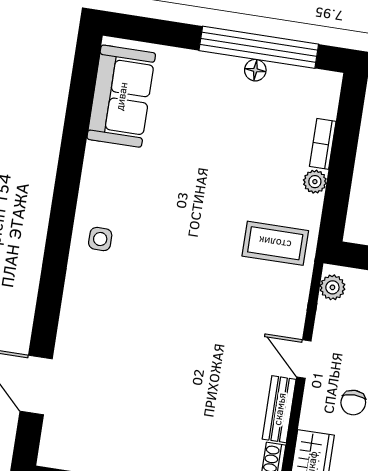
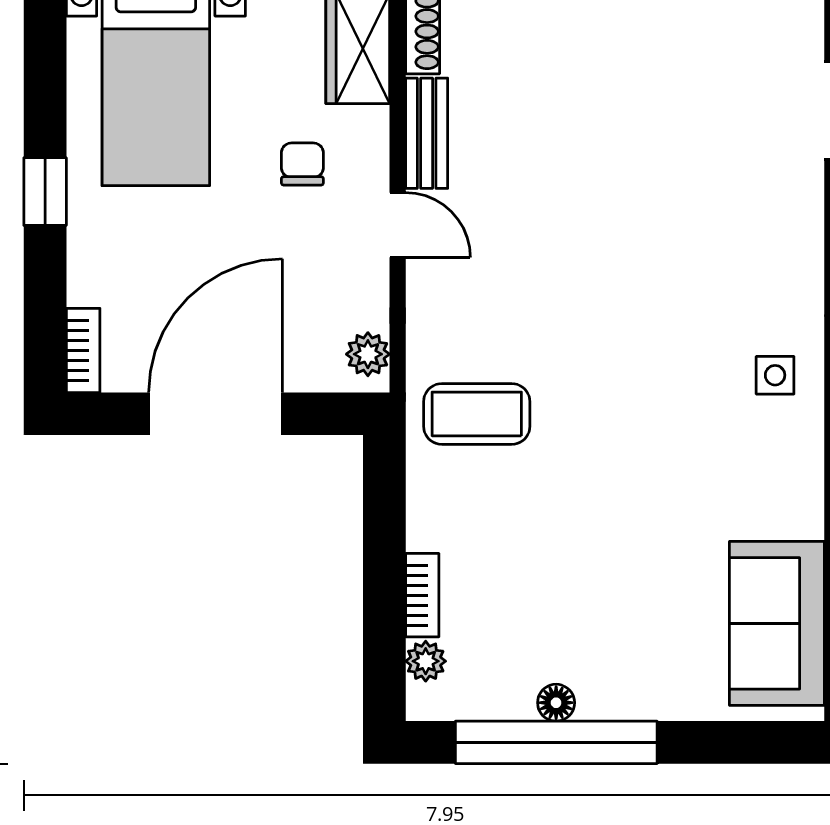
plant: (315, 182) -> (426, 661), moved

